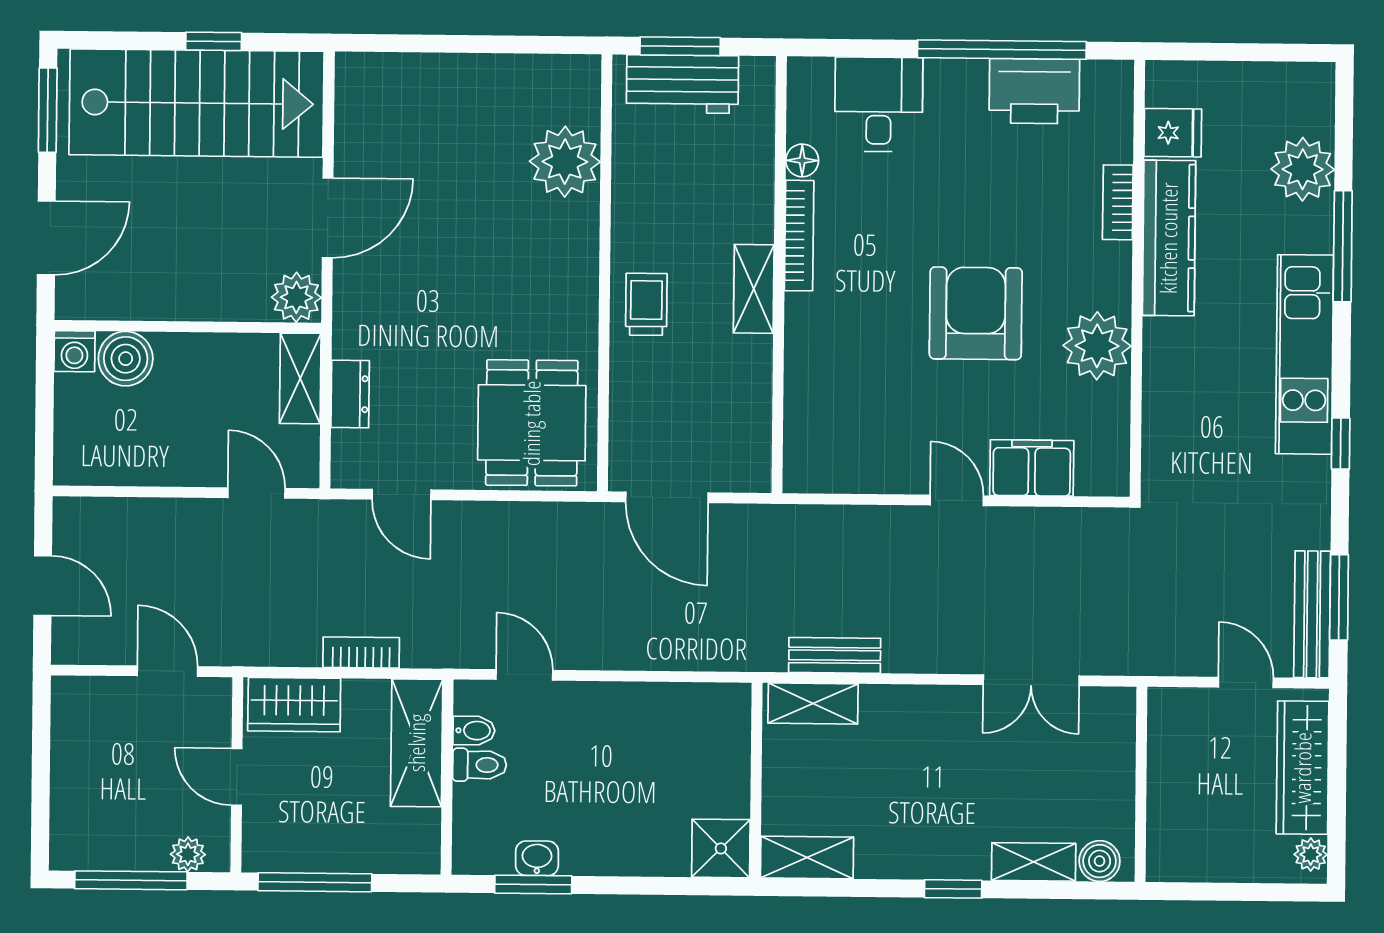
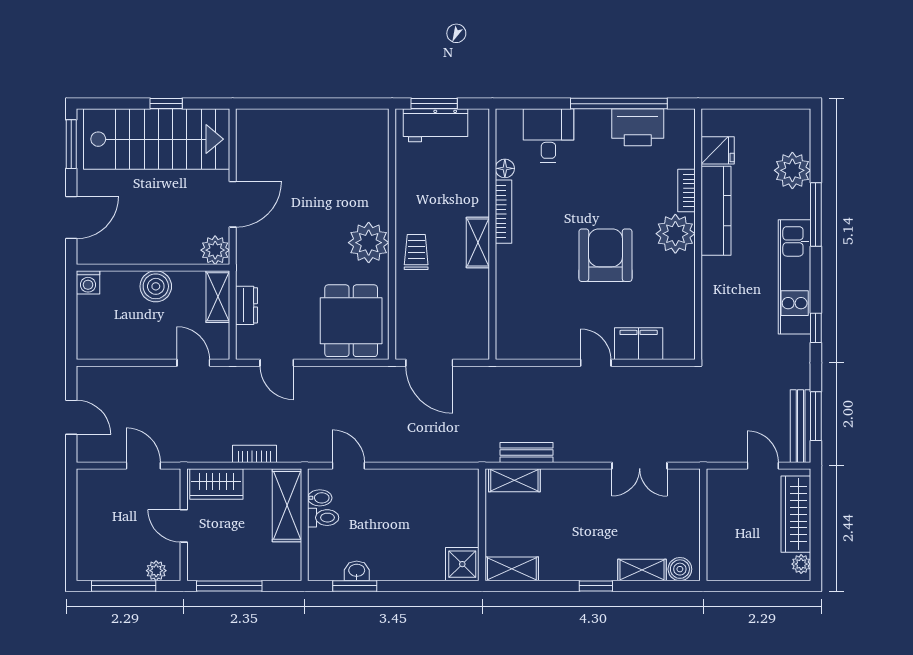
plant: (565, 162) -> (369, 243), moved
plant: (1097, 346) -> (675, 234), moved
boiler: (126, 359) -> (156, 286), moved

